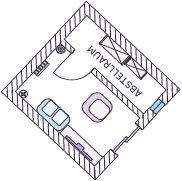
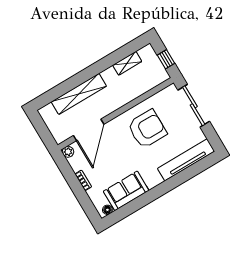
shelving: (115, 50) -> (79, 94), width x1.47
shelving: (136, 68) -> (127, 63), moved
sofa: (53, 115) -> (126, 191), moved

